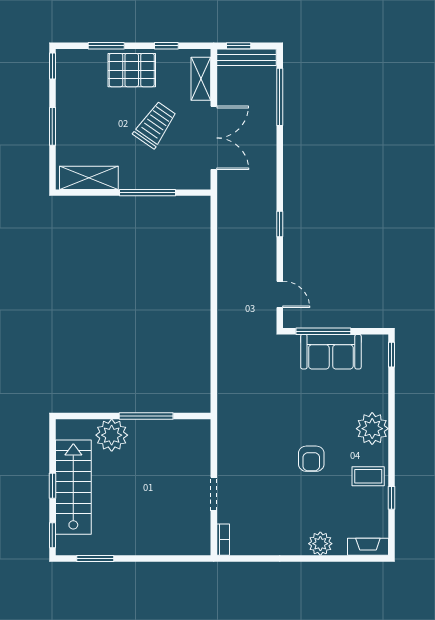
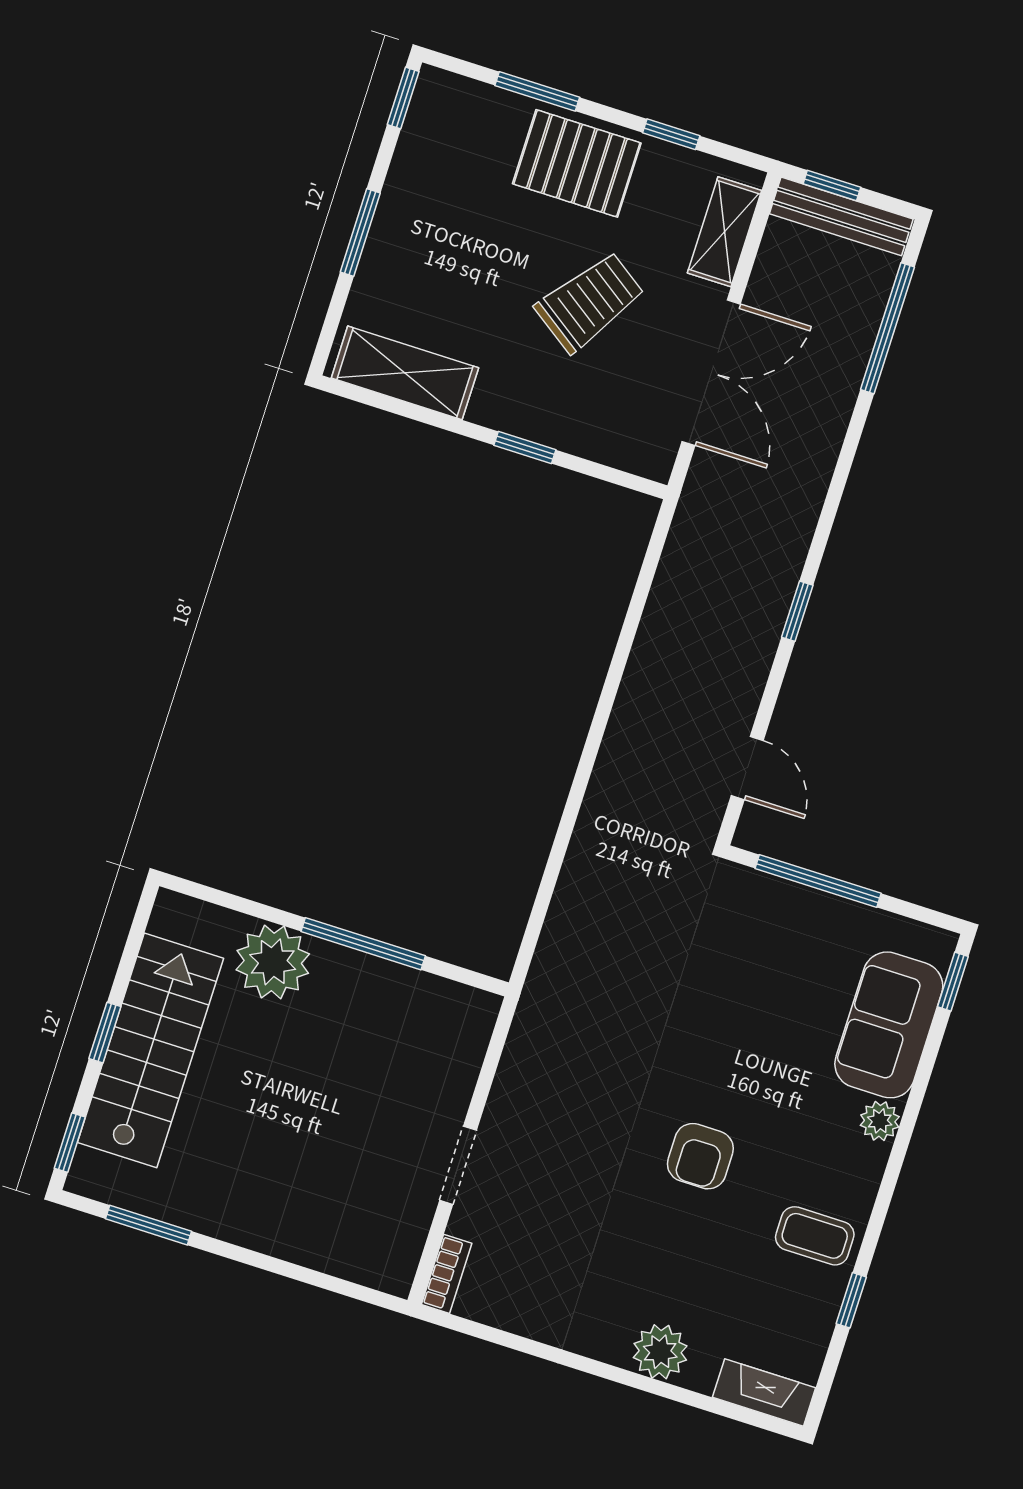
window: (148, 193) -> (525, 448), width x0.46
sofa: (331, 352) -> (889, 1025), moved, turned 90
plant: (372, 429) -> (880, 1121), width x0.53, depth x0.53

